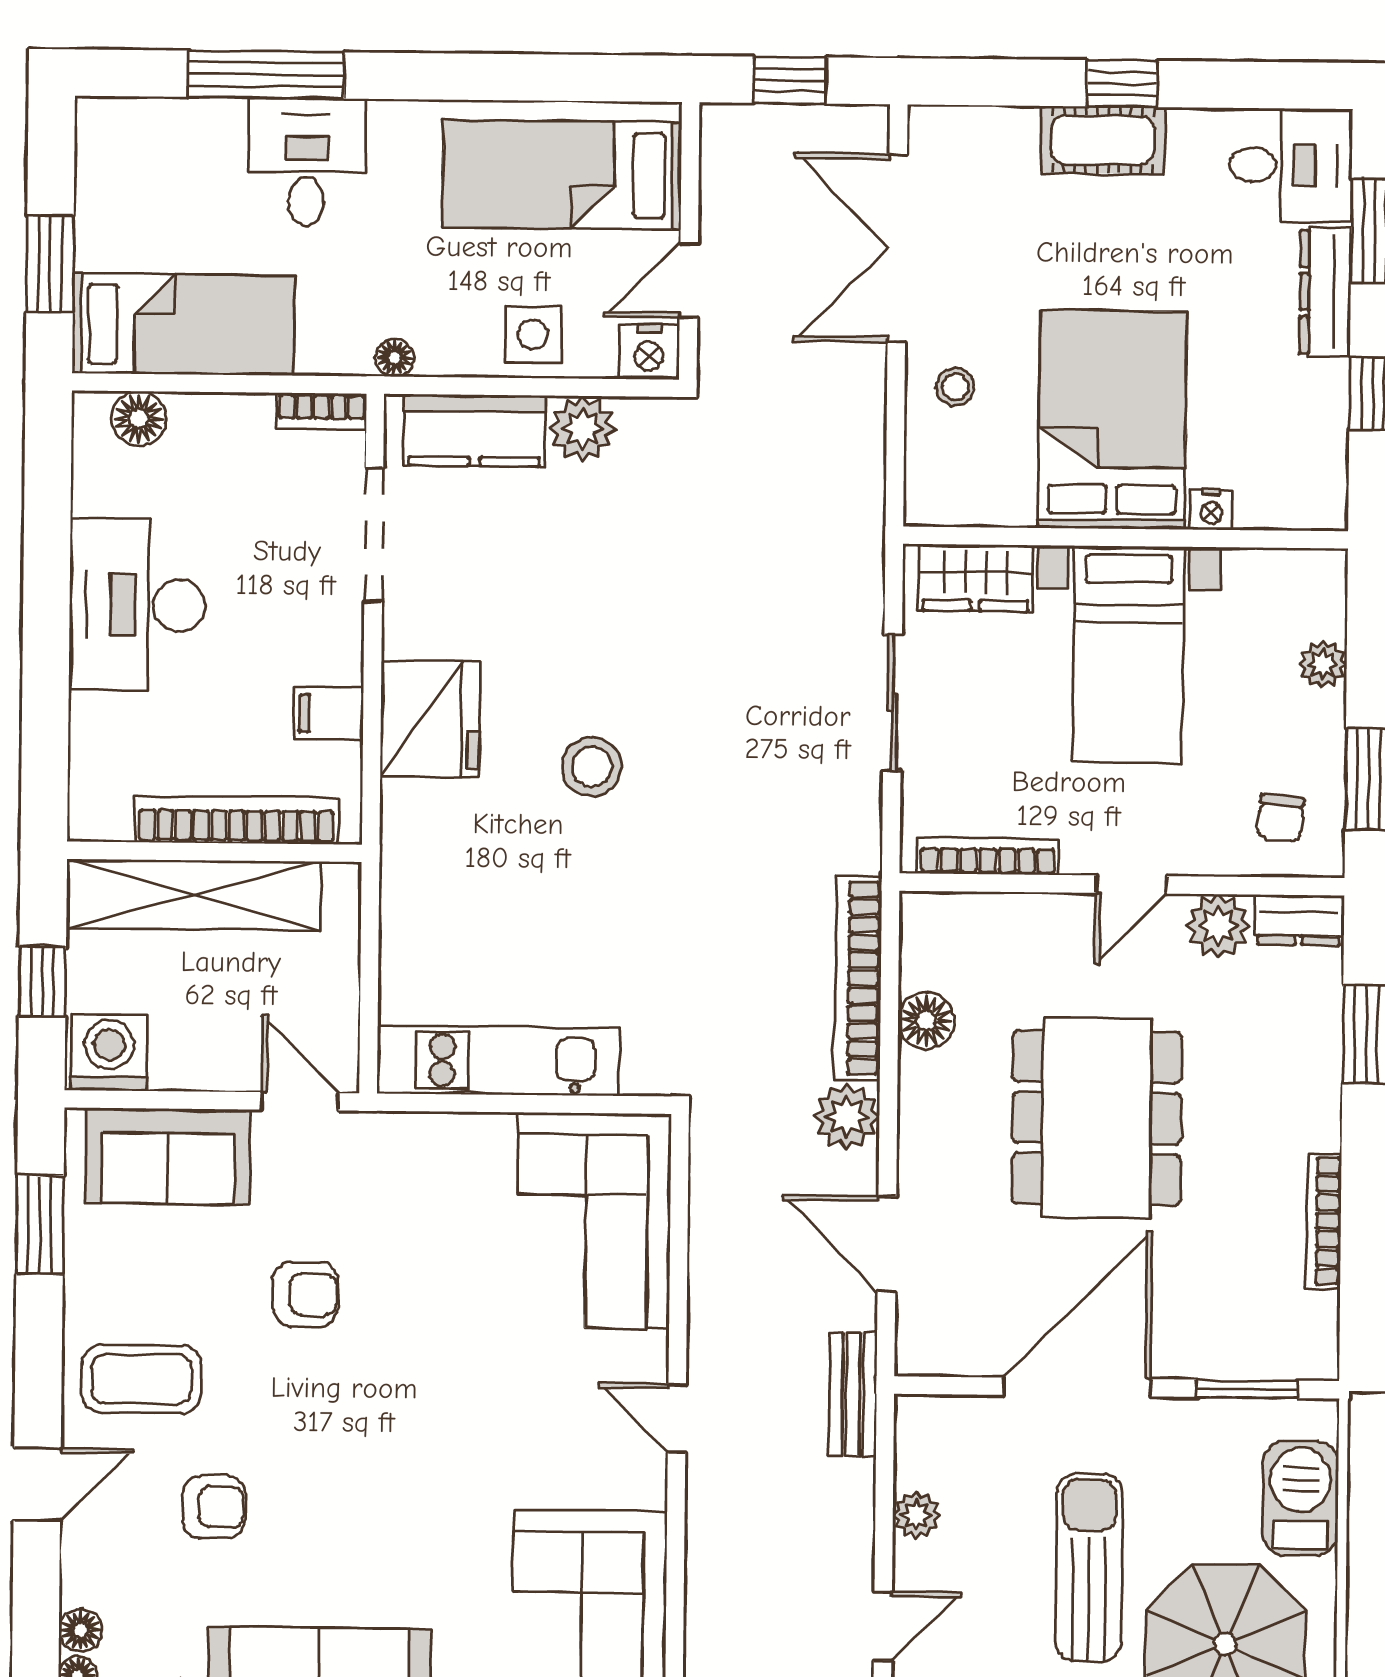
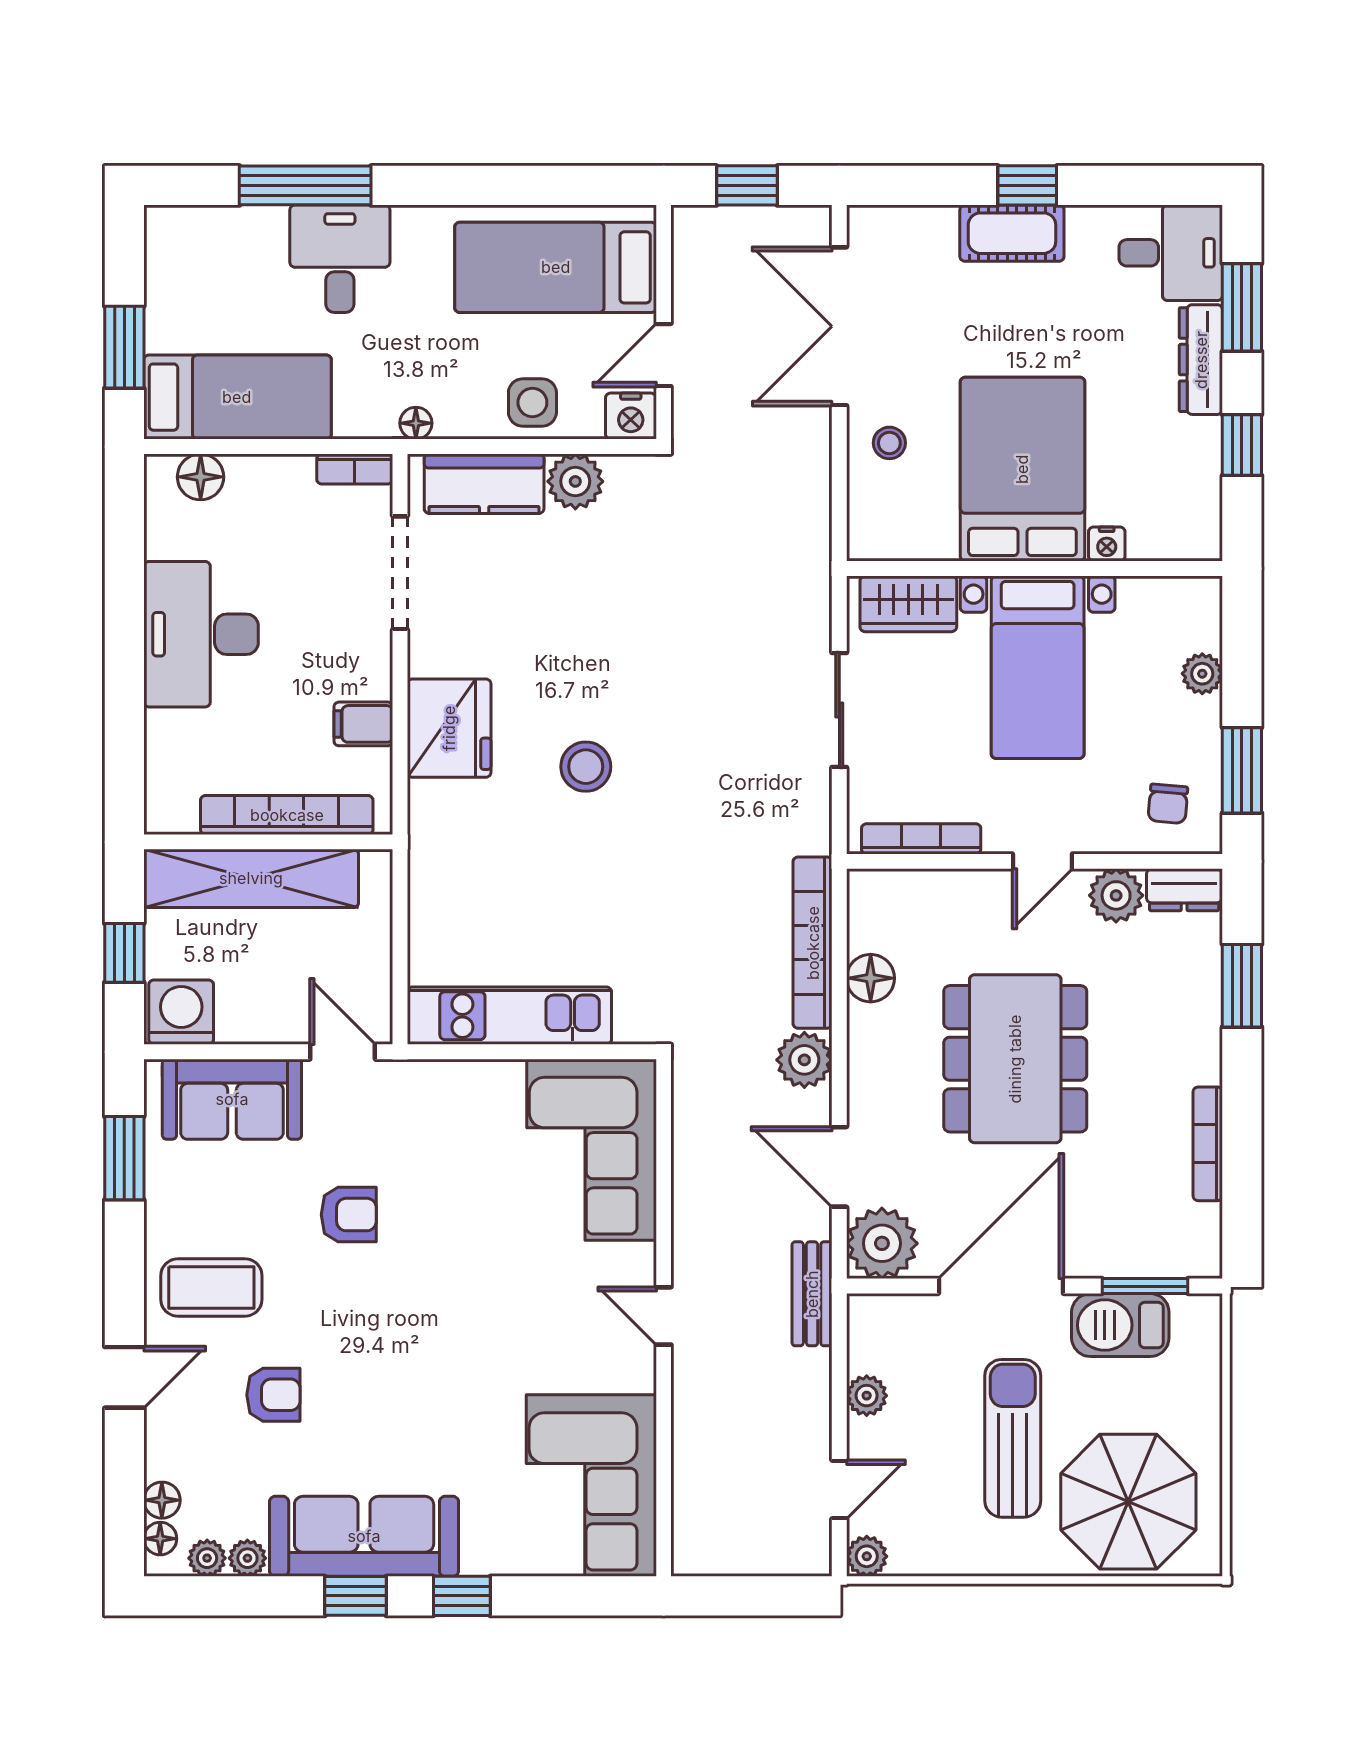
plant: (936, 1335) -> (882, 1243), added
barbecue: (1301, 1498) -> (1120, 1325), moved, turned -90

